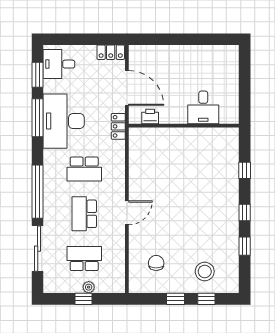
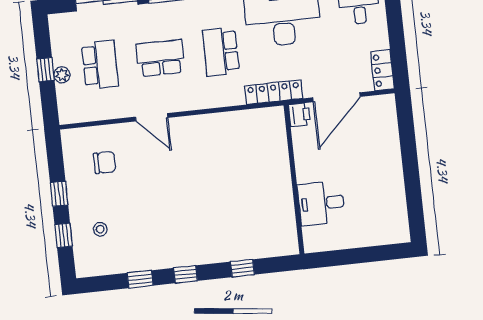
printer: (150, 116) -> (299, 115), moved
locker: (118, 126) -> (274, 92), width x1.53
door: (127, 213) -> (152, 117), moved
stool: (205, 271) -> (100, 229), width x0.53, depth x0.53

